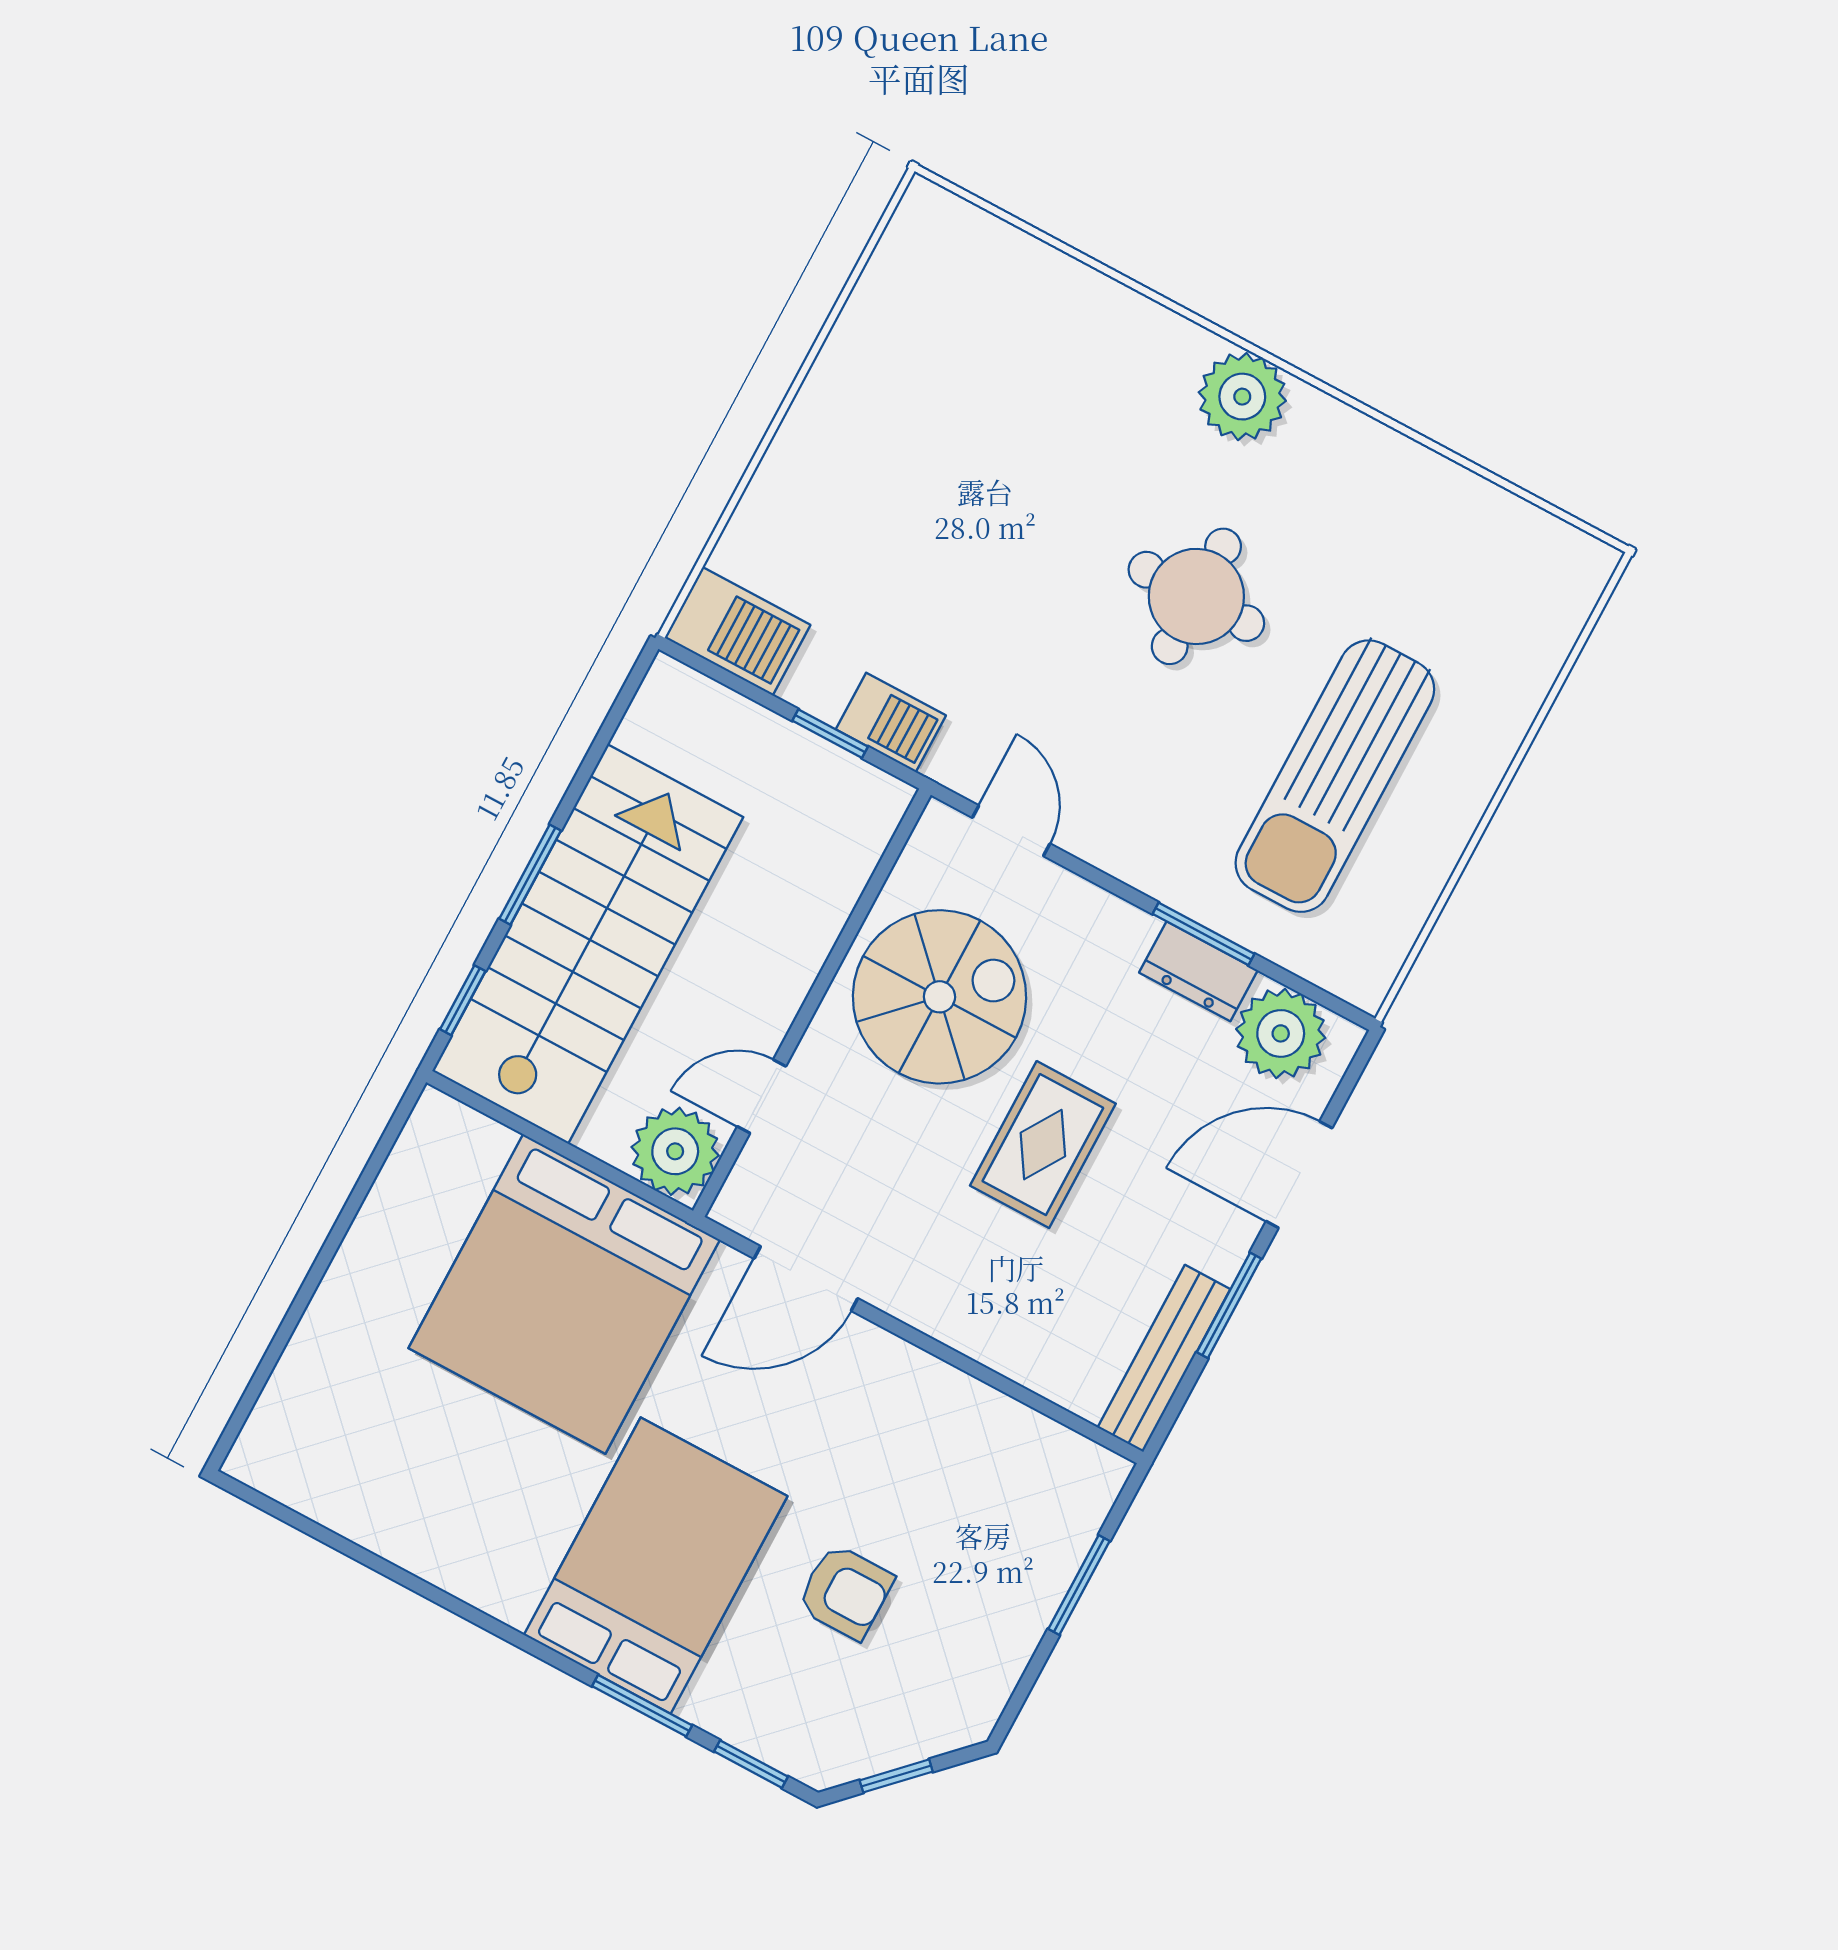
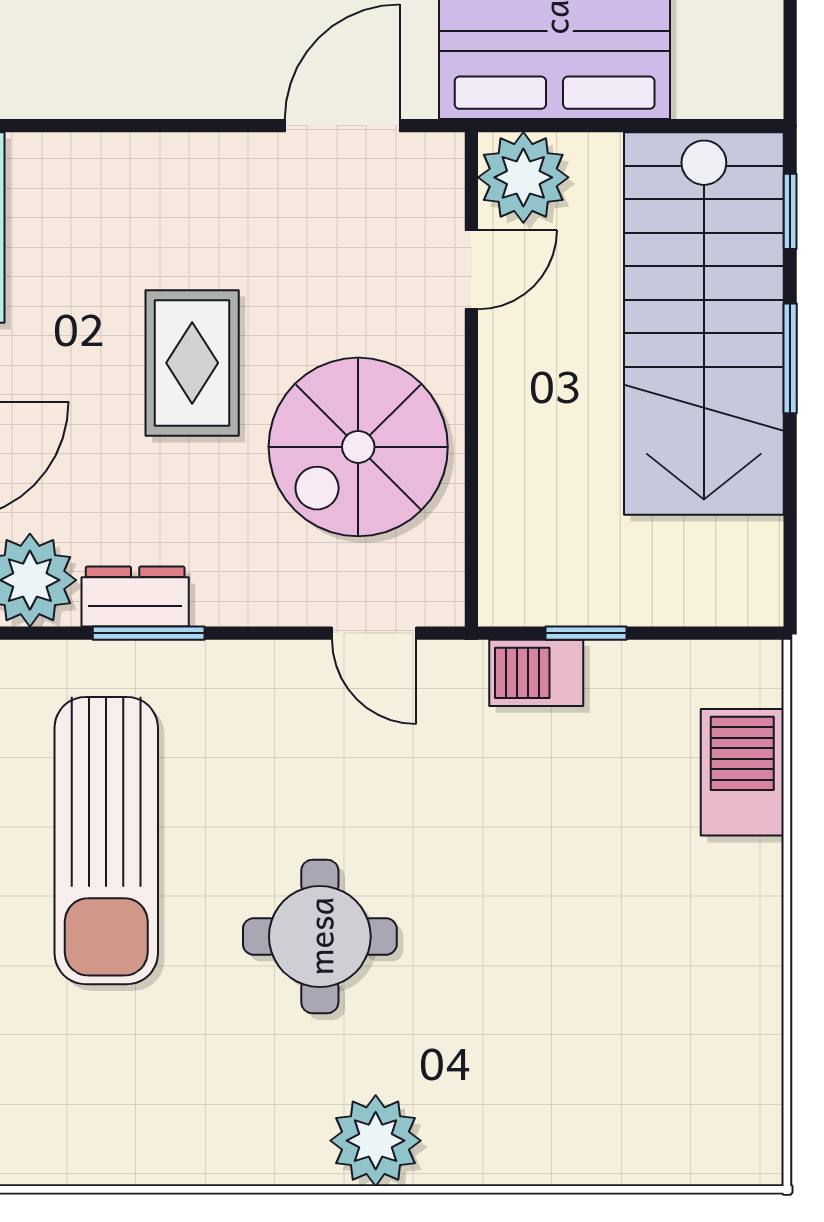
barbecue: (737, 631) -> (742, 772), moved, turned 90
sun lounger: (1335, 776) -> (106, 841), turned 180

